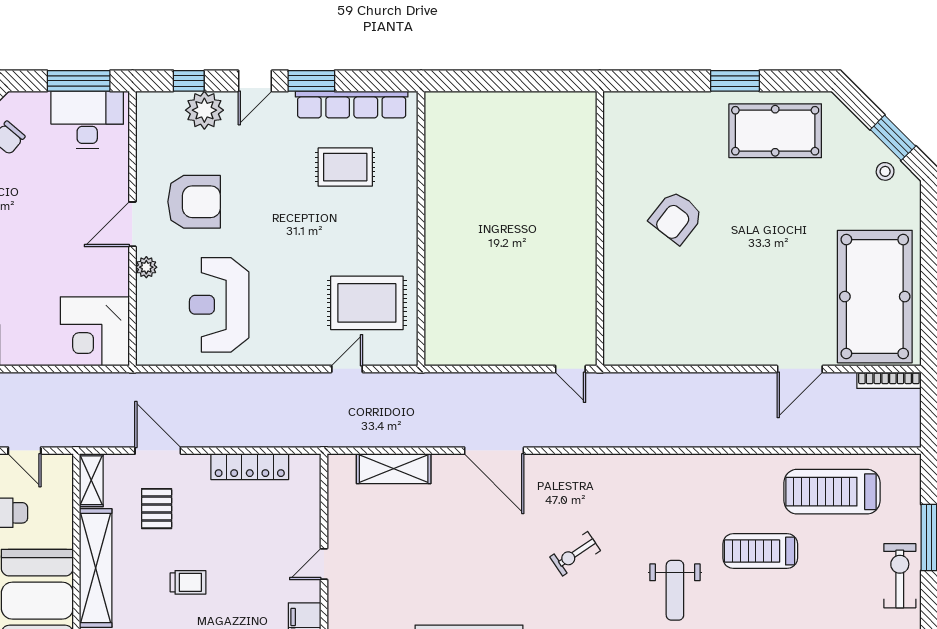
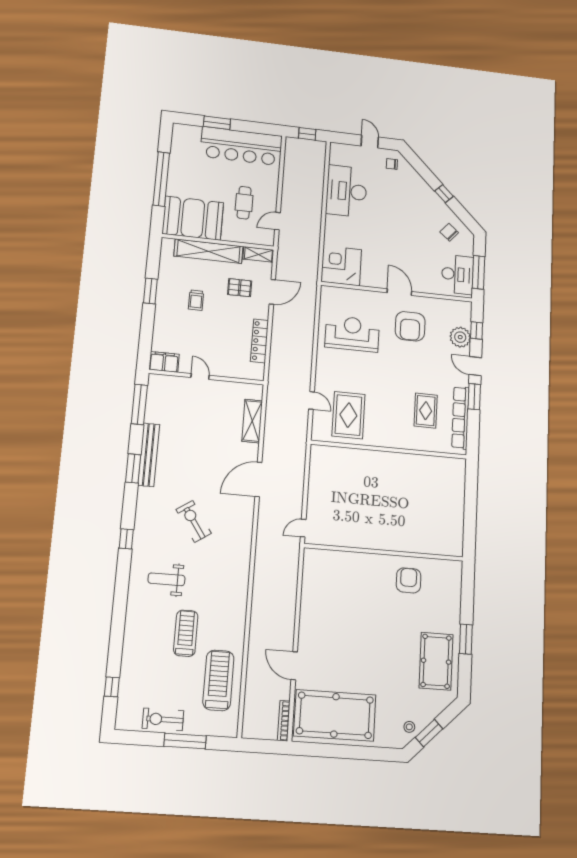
armchair: (676, 217) -> (409, 580), moved, turned 52
plant: (146, 267) -> (375, 297), removed
exercise bike: (575, 554) -> (194, 521), width x1.38, depth x1.39
exercise bike: (900, 576) -> (163, 719), turned 180

